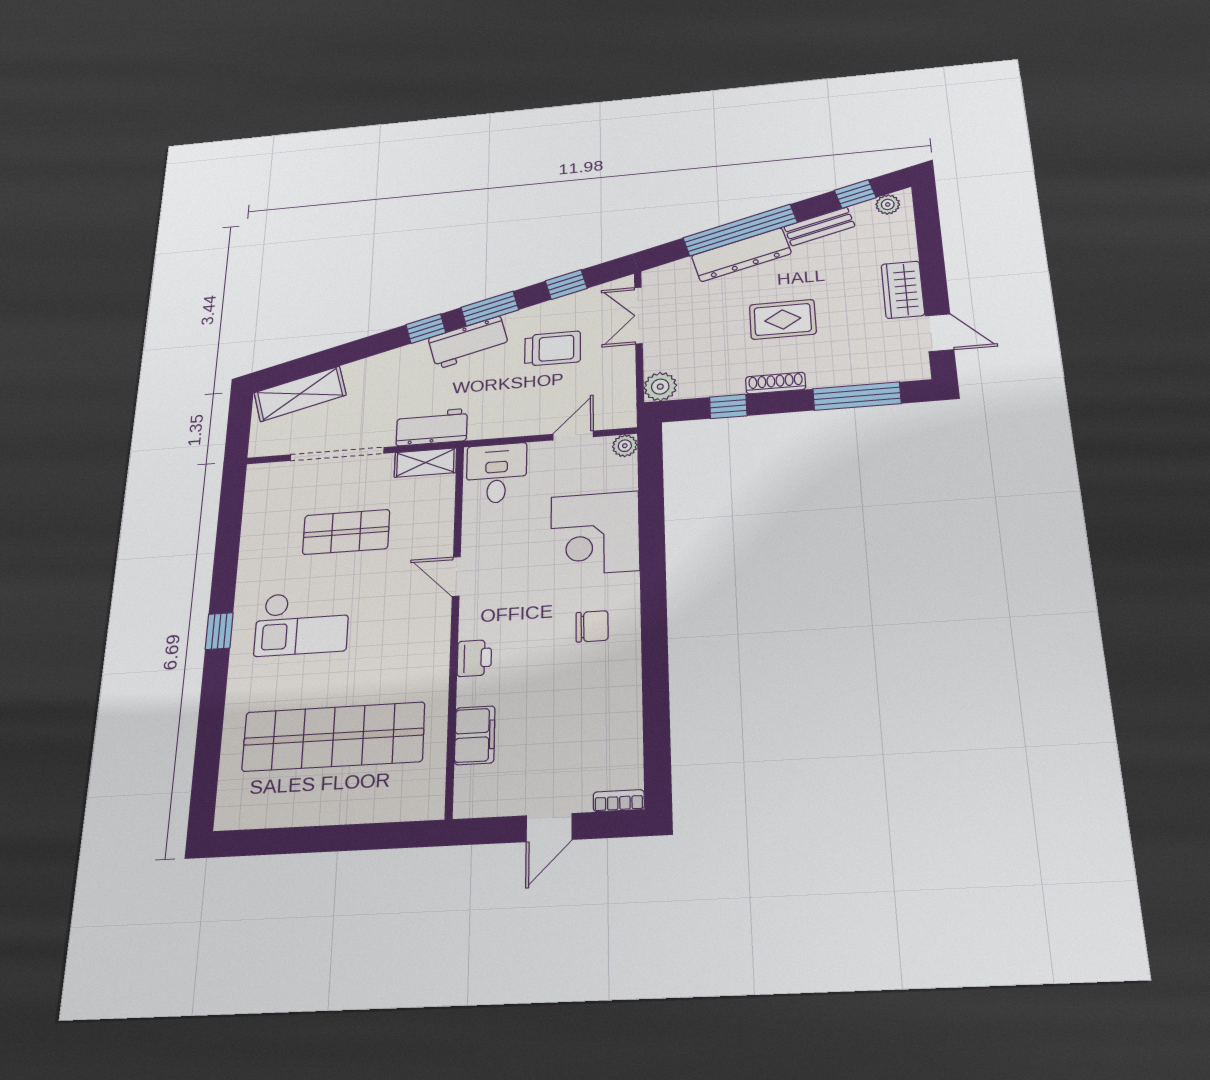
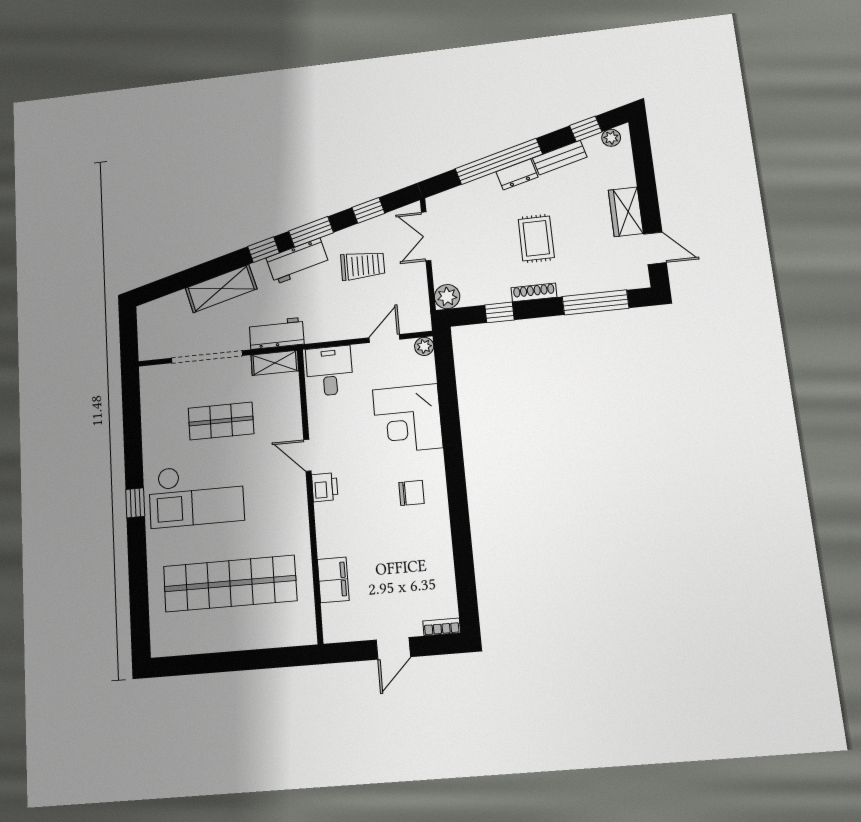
dresser: (741, 255) -> (517, 174), width x0.51, depth x0.80
rug: (783, 319) -> (536, 238), turned 90
shelving: (300, 394) -> (221, 289), moved
checkout: (302, 623) -> (196, 495), width x1.36, depth x1.21
printer: (474, 658) -> (325, 487), moved

